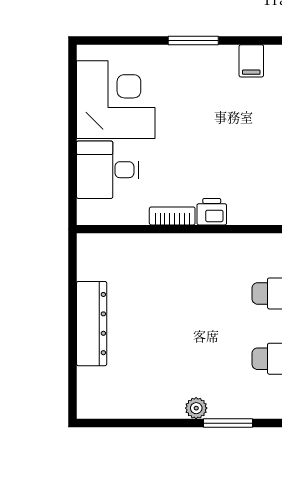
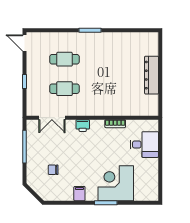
corner desk: (116, 100) -> (116, 183), moved, turned 90
printer: (212, 212) -> (83, 126), moved
plant: (196, 408) -> (104, 37), removed

